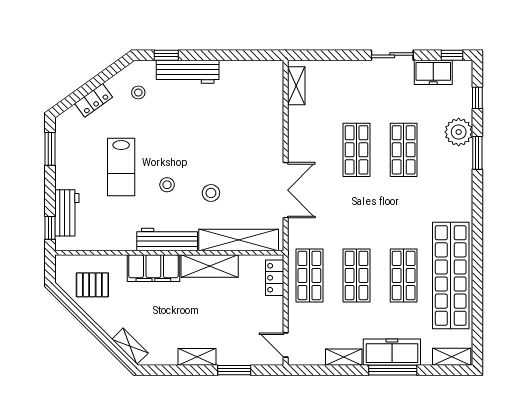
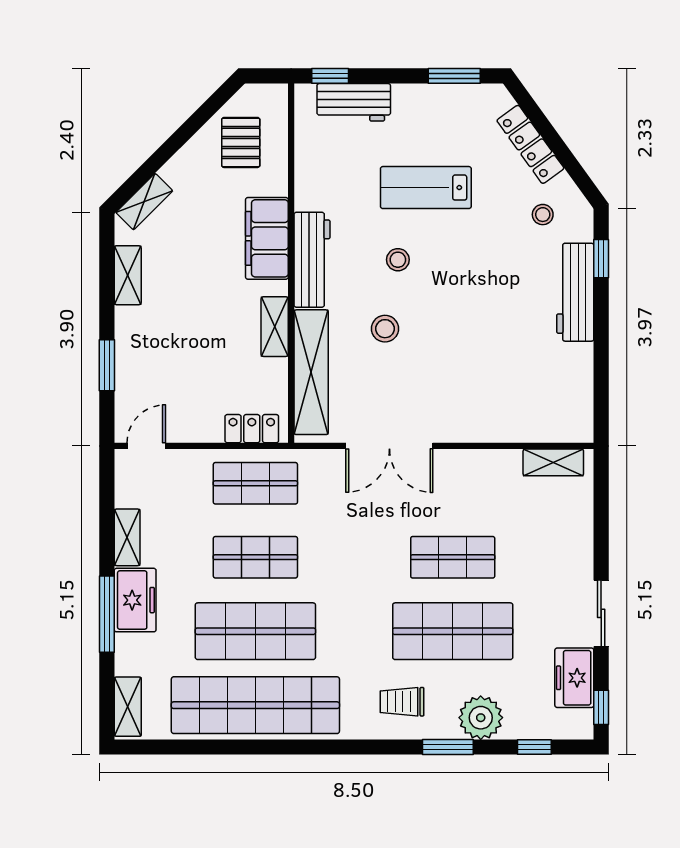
locker: (94, 100) -> (530, 144), width x1.53
shop shelf: (404, 150) -> (453, 631), width x1.43, depth x1.36
trolley: (449, 182) -> (402, 702), added
shelving: (210, 266) -> (275, 327), width x0.67, depth x0.75
shop shelf: (404, 275) -> (255, 631), width x1.43, depth x1.36
freezer: (392, 352) -> (135, 600), width x0.71
shelving: (197, 357) -> (128, 275), moved

